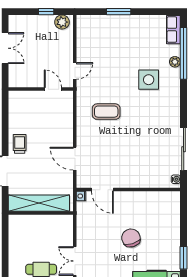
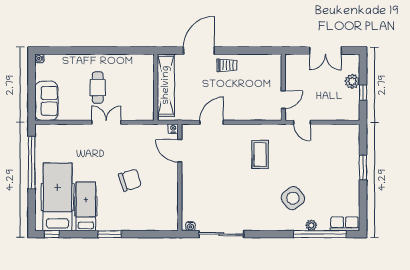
plant: (62, 22) -> (352, 81), moved
side table: (149, 80) -> (293, 198), turned -38
door: (102, 190) -> (180, 151), hinge flipped

